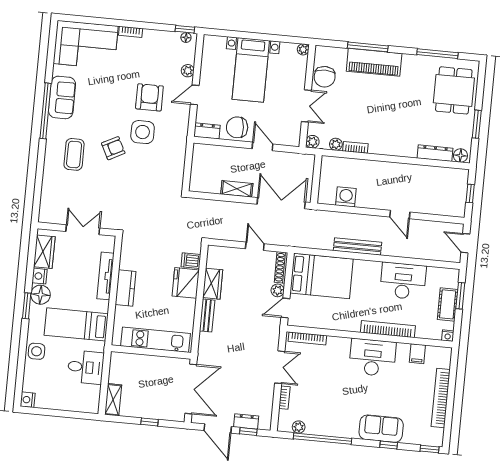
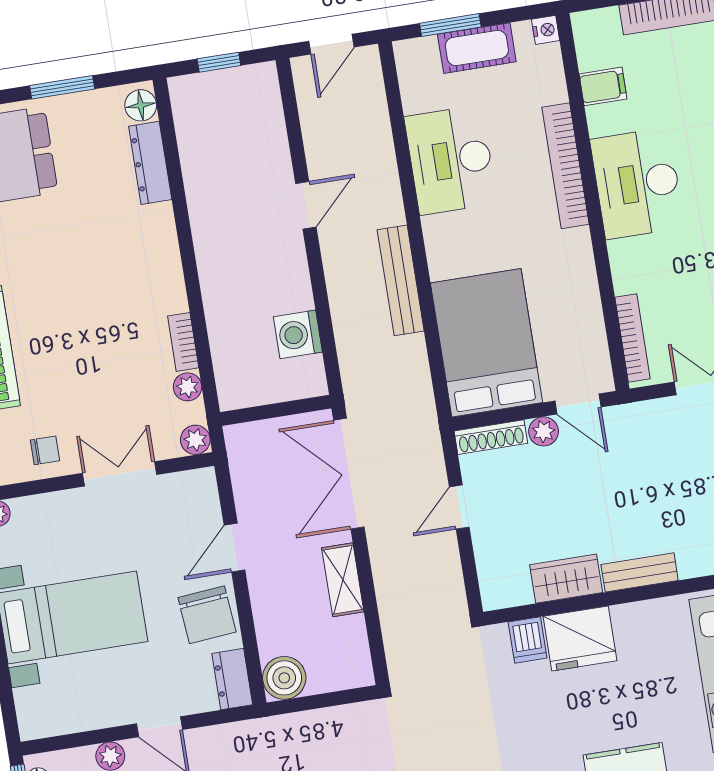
chair: (325, 77) -> (45, 450), width x0.54, depth x0.54
boiler: (202, 153) -> (284, 678), added

